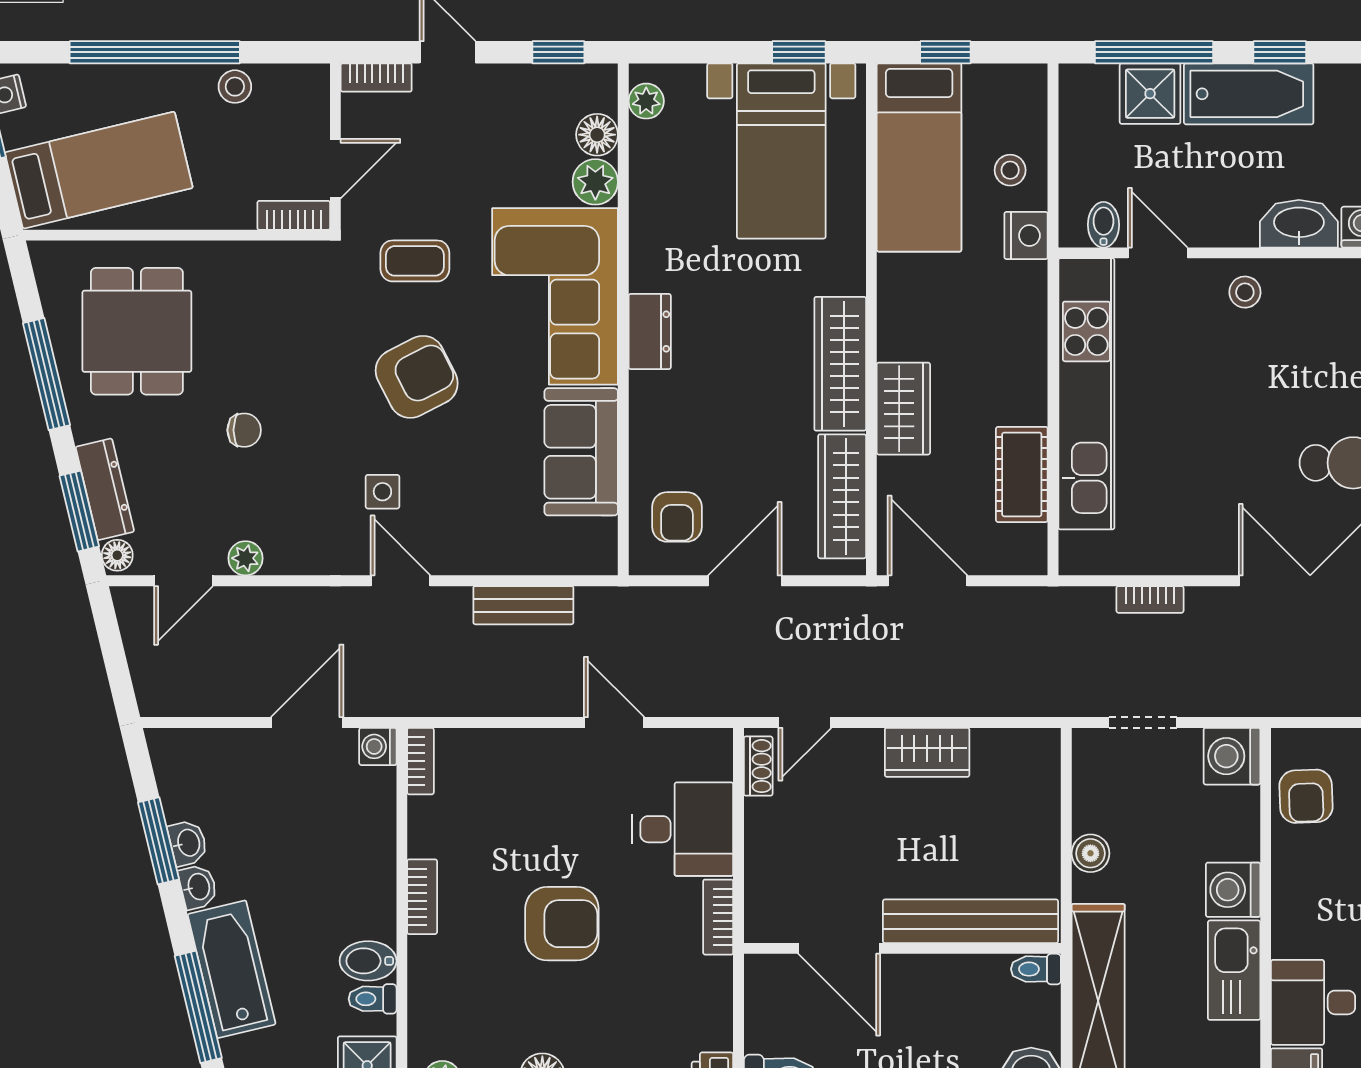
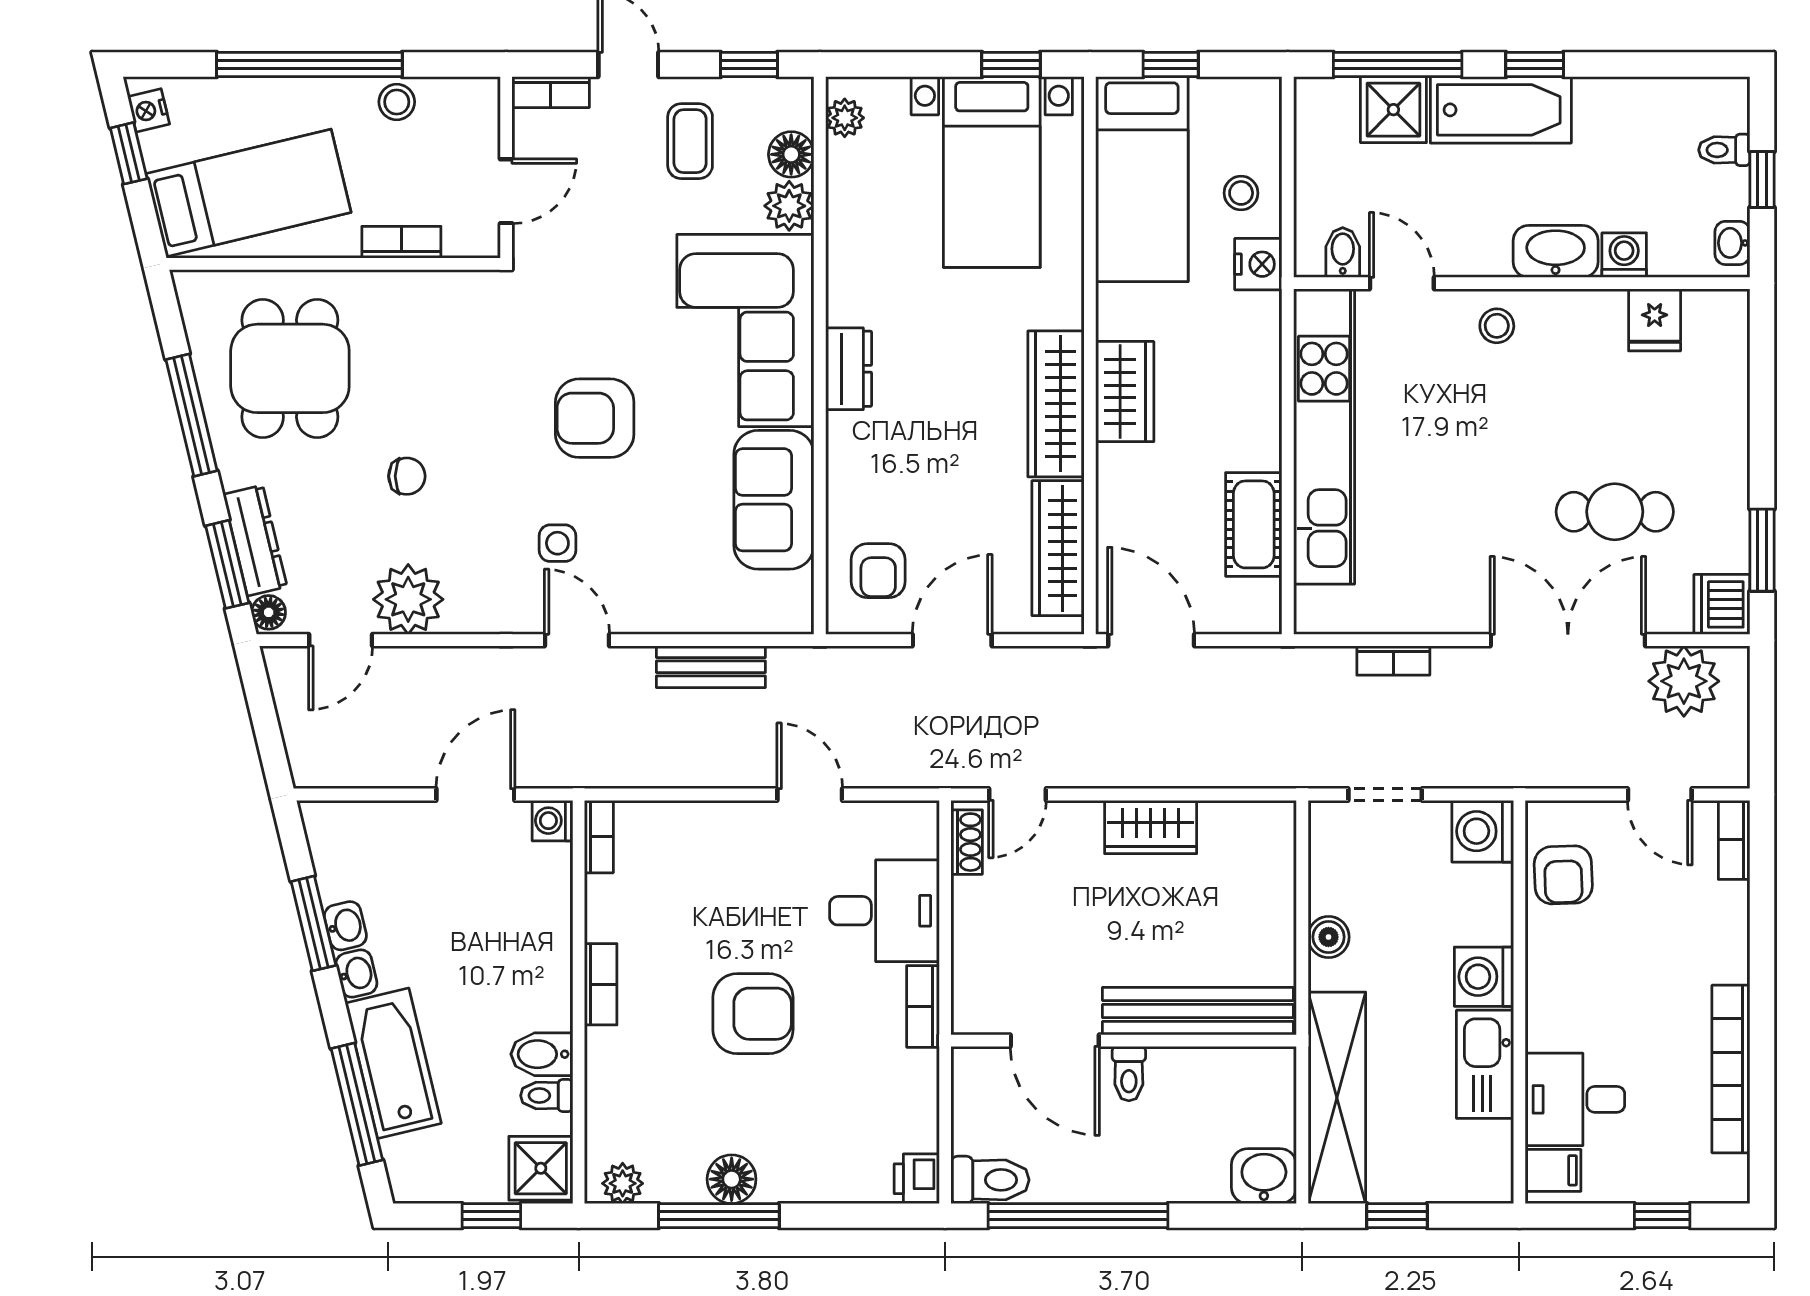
bookcase: (294, 215) -> (401, 242), moved
coffee table: (415, 261) -> (690, 141), moved, turned 90
armchair: (417, 377) -> (595, 418), turned -153
wardrobe: (903, 409) -> (1125, 392), moved
plant: (245, 558) -> (408, 599), width x1.87, depth x1.87
toilet: (1036, 969) -> (1129, 1074), moved, turned -90

